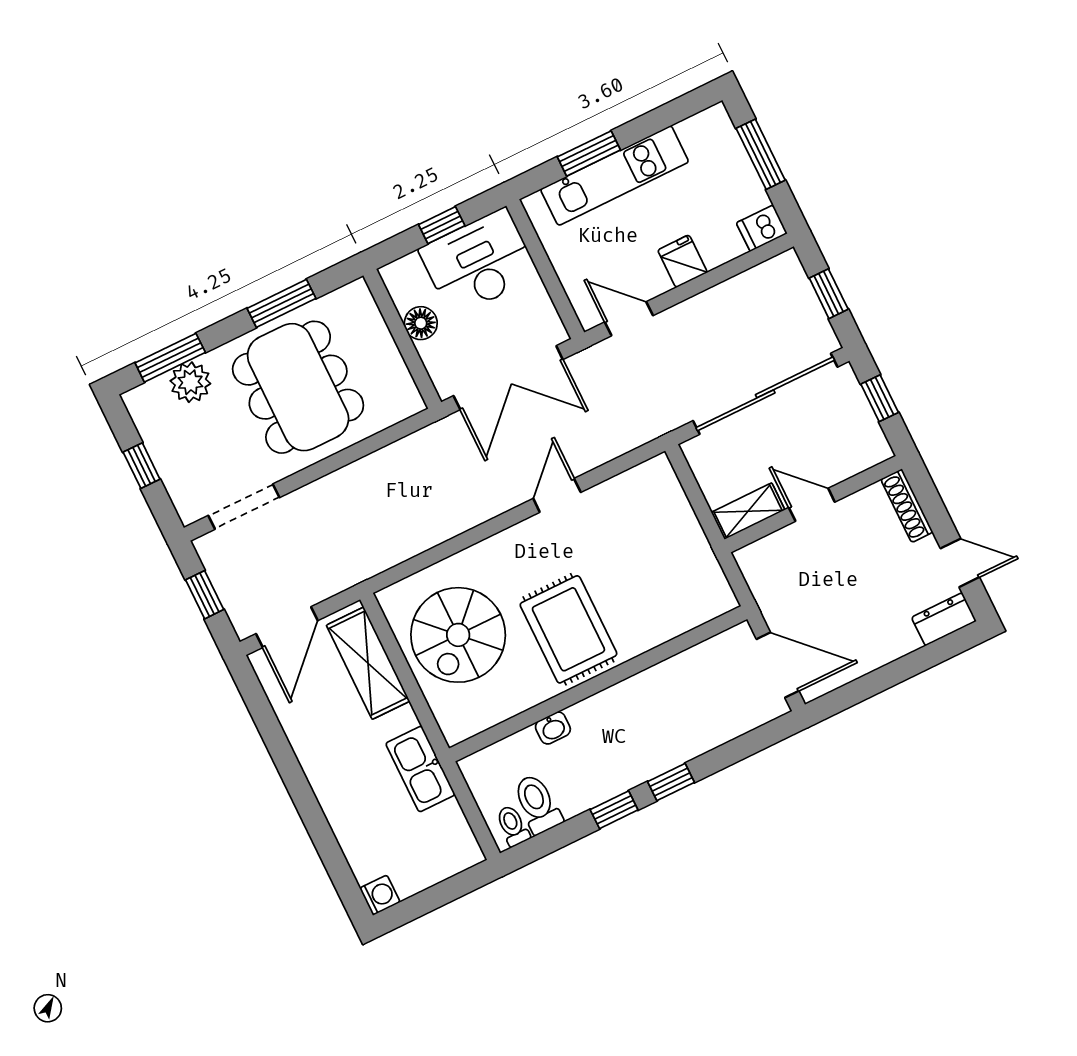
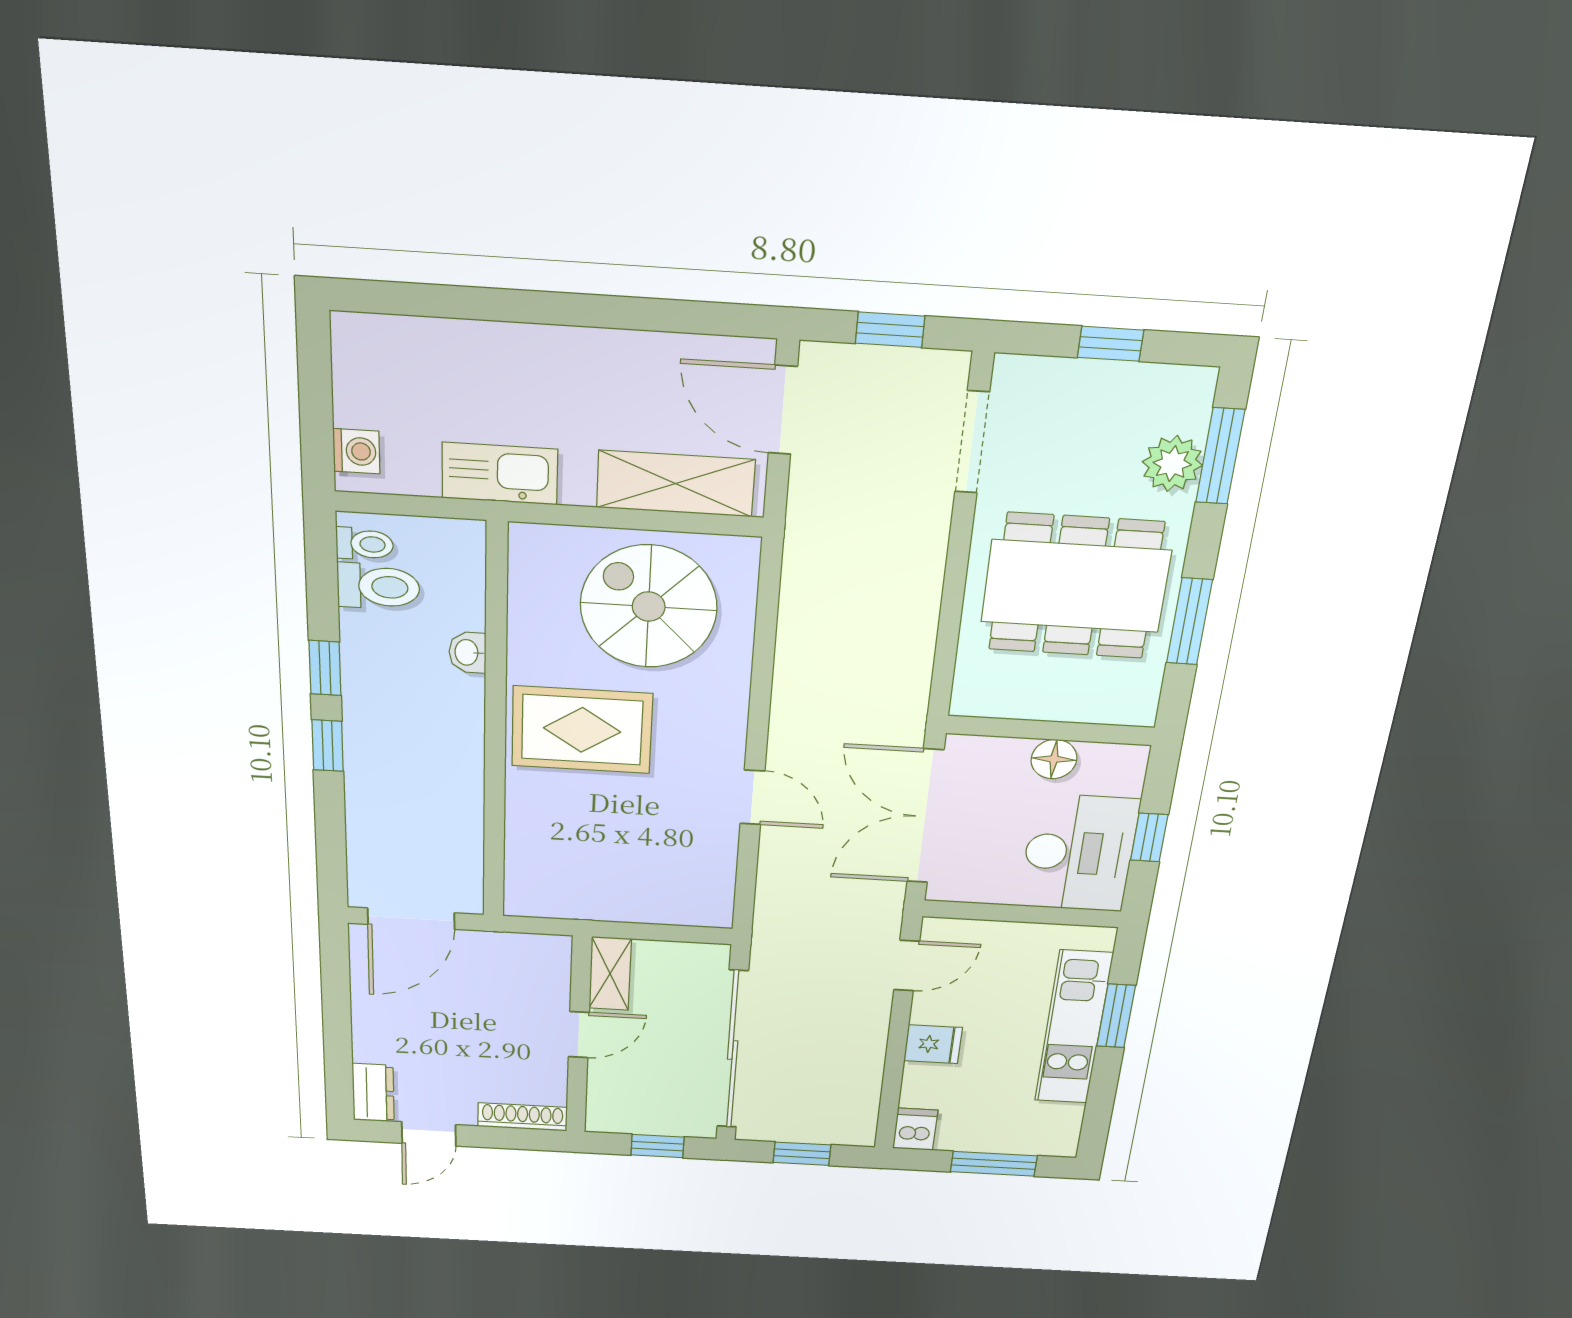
washing machine: (380, 895) -> (356, 451), moved, turned -90

